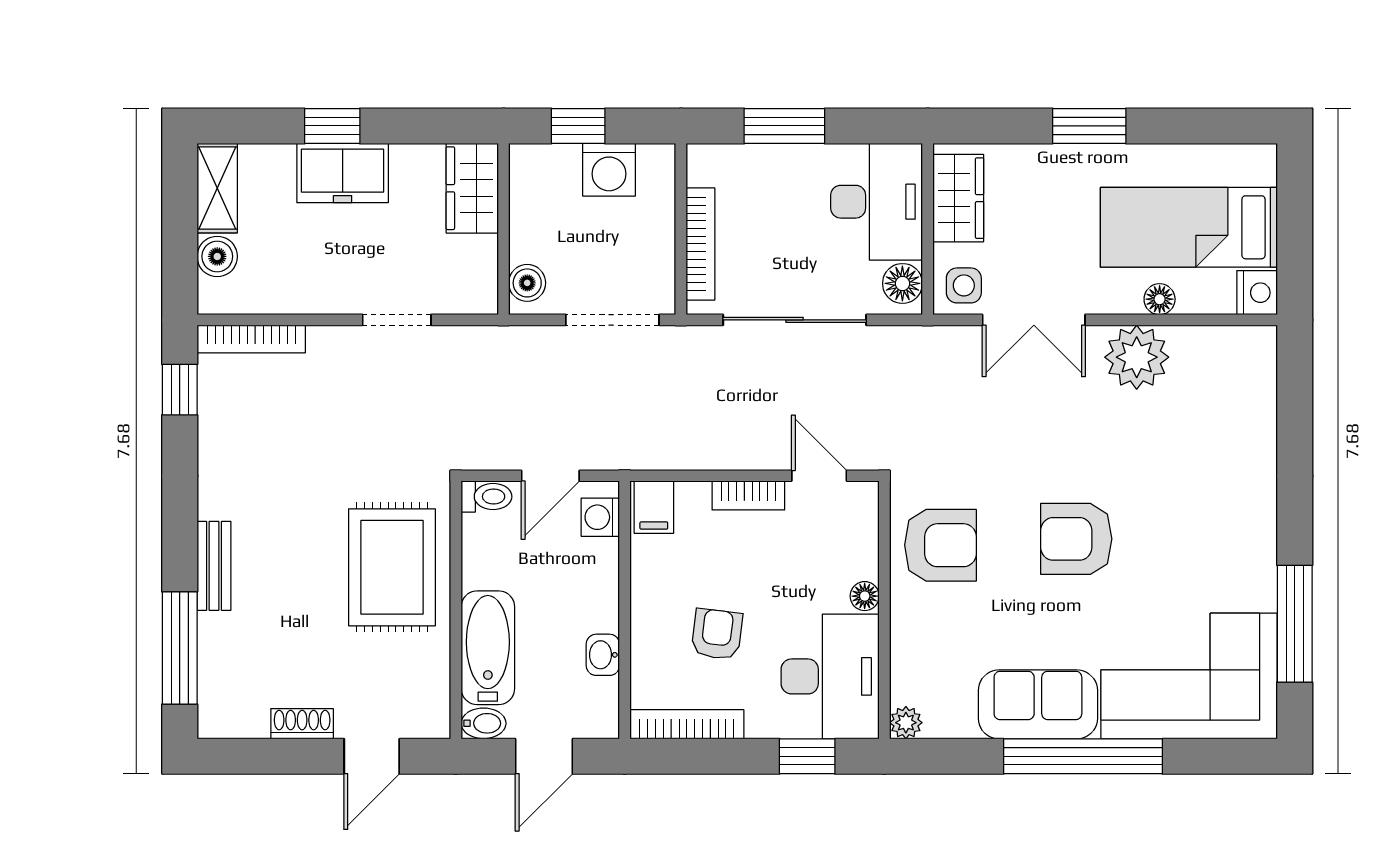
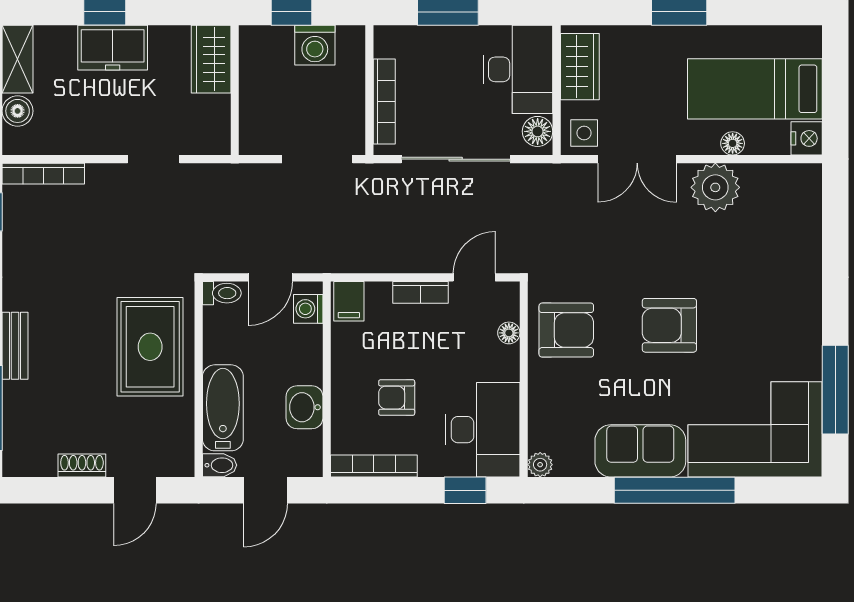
boiler: (527, 283) -> (253, 131), removed
door: (819, 476) -> (474, 277), hinge flipped
floor lamp: (865, 596) -> (509, 333), moved
armchair: (717, 634) -> (397, 398), turned -97
washbasin: (603, 655) -> (304, 407), width x1.38, depth x1.45

